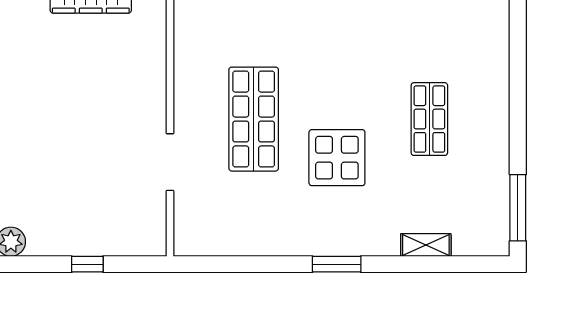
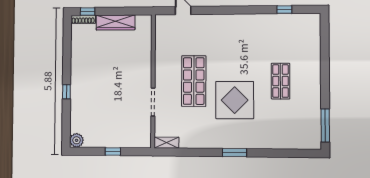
display table: (337, 158) -> (235, 100), width x1.36, depth x1.36
shelving: (426, 245) -> (166, 143), moved

